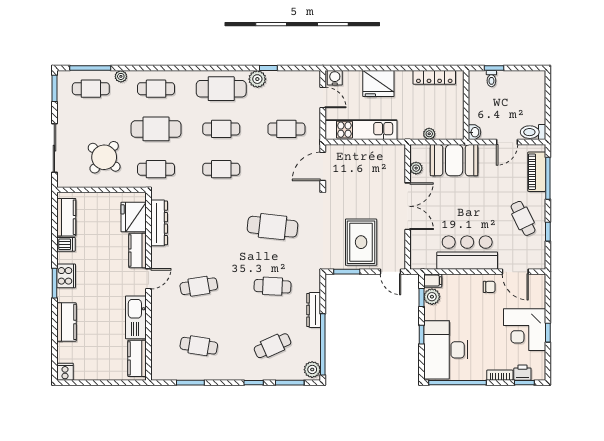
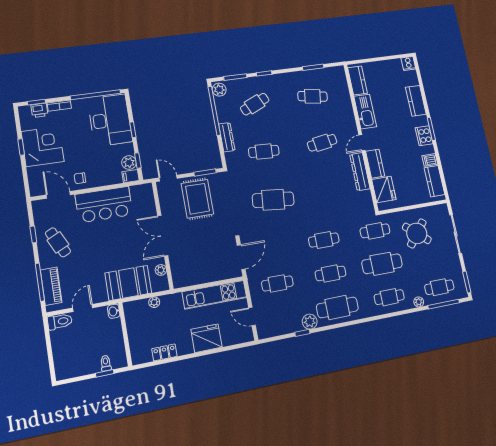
locker: (434, 77) -> (164, 352), width x0.66
water cooler: (335, 78) -> (245, 336), removed
dresser: (159, 223) -> (360, 172), moved

